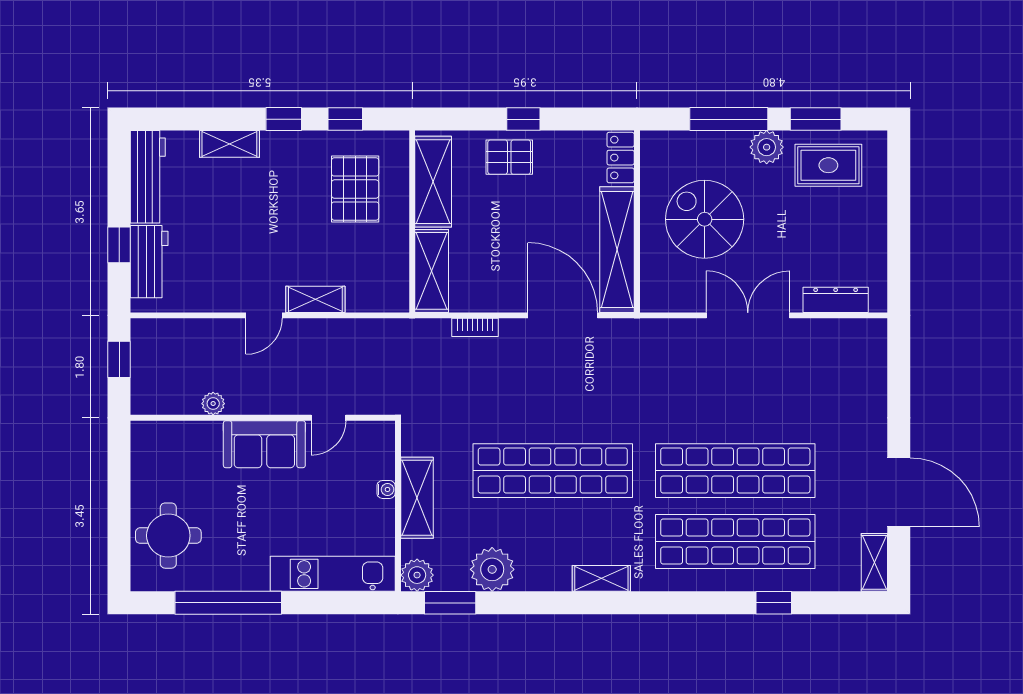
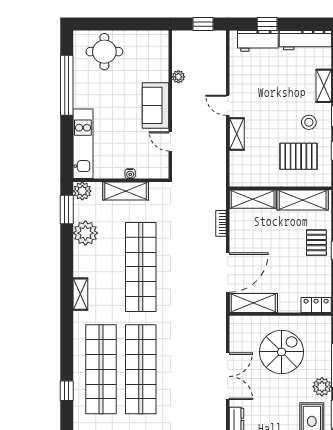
stool: (295, 170) -> (309, 122), added
shelving: (617, 250) -> (253, 303), width x0.68

